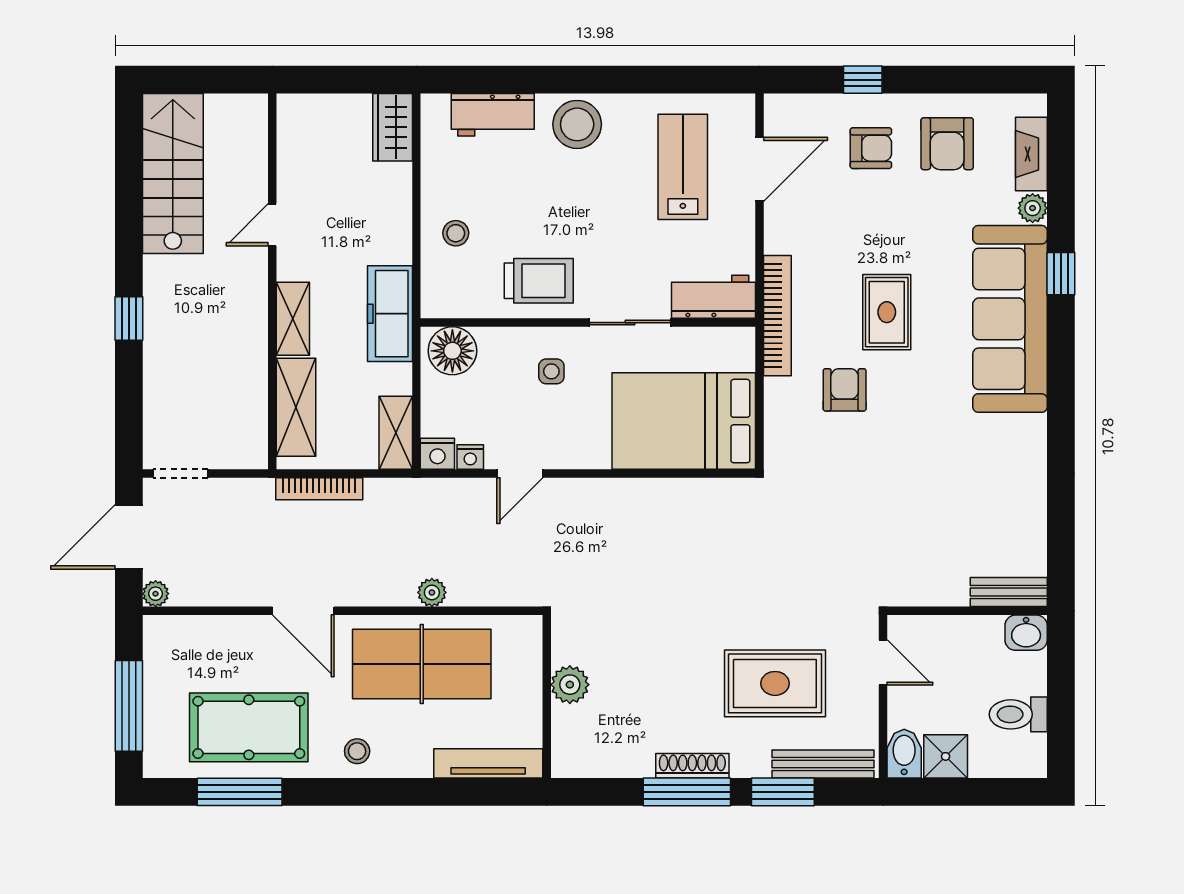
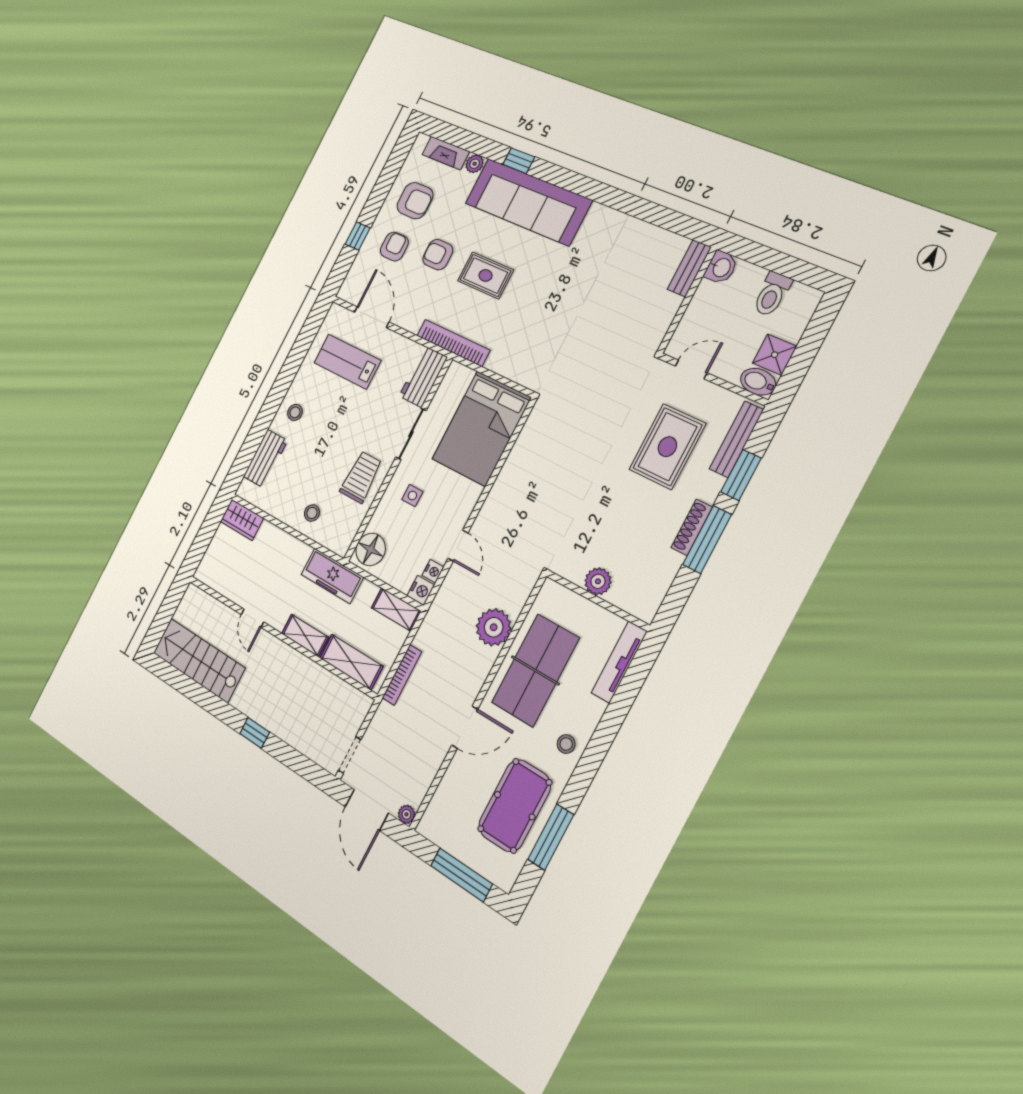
stool: (577, 124) -> (295, 412), width x0.53, depth x0.53
armchair: (845, 390) -> (438, 255), moved
plant: (432, 592) -> (494, 627), width x1.88, depth x1.88

